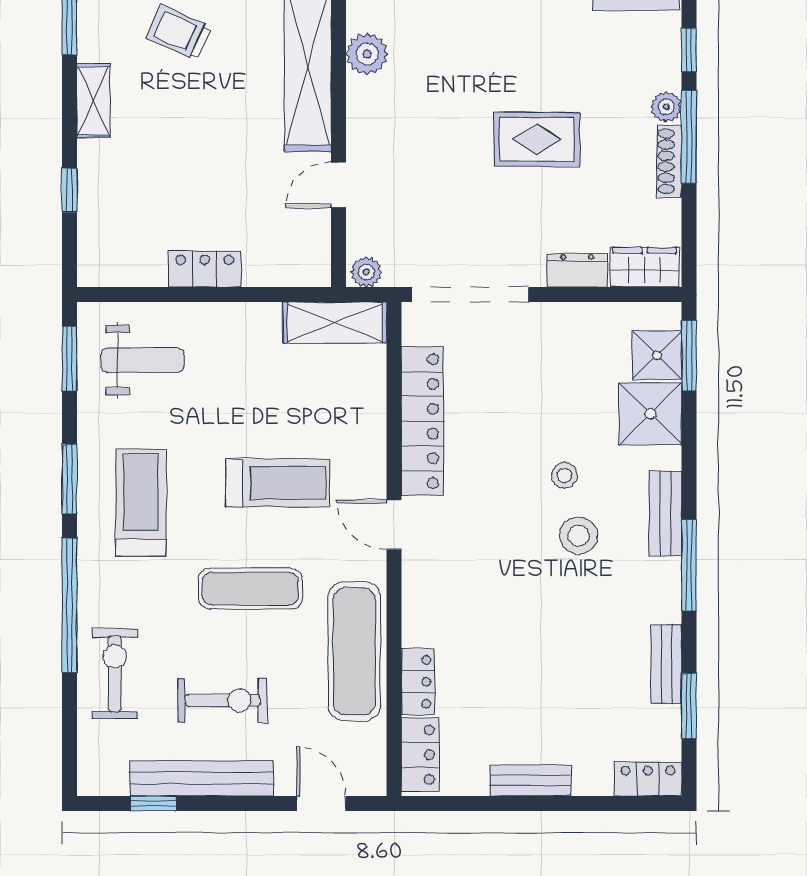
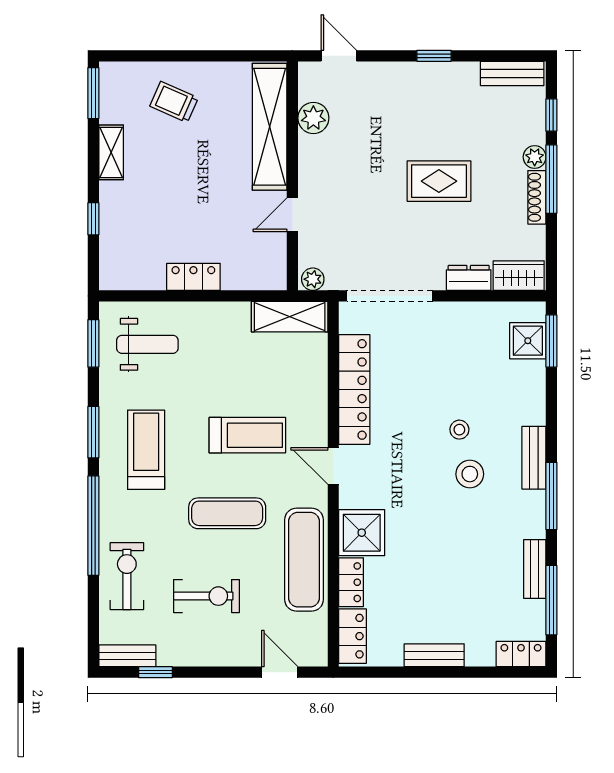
shower: (650, 414) -> (362, 533), moved
window: (689, 706) -> (551, 600), width x1.44
bench: (202, 778) -> (127, 656), moved, width x0.54, depth x0.82

